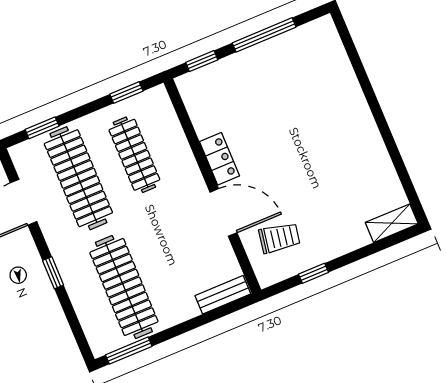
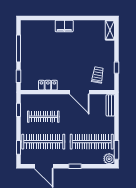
filing cabinet: (358, 117) -> (64, 26), added
locker: (219, 159) -> (48, 85), moved
door: (223, 212) -> (79, 92), swing flipped
plant: (102, 342) -> (109, 159), added

